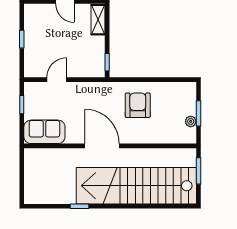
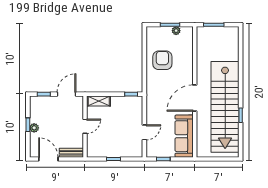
door: (57, 80) -> (144, 132), swing flipped
armchair: (138, 105) -> (162, 60), moved, turned 90
sofa: (44, 132) -> (184, 136), width x1.36
stairs: (136, 186) -> (225, 107), moved

